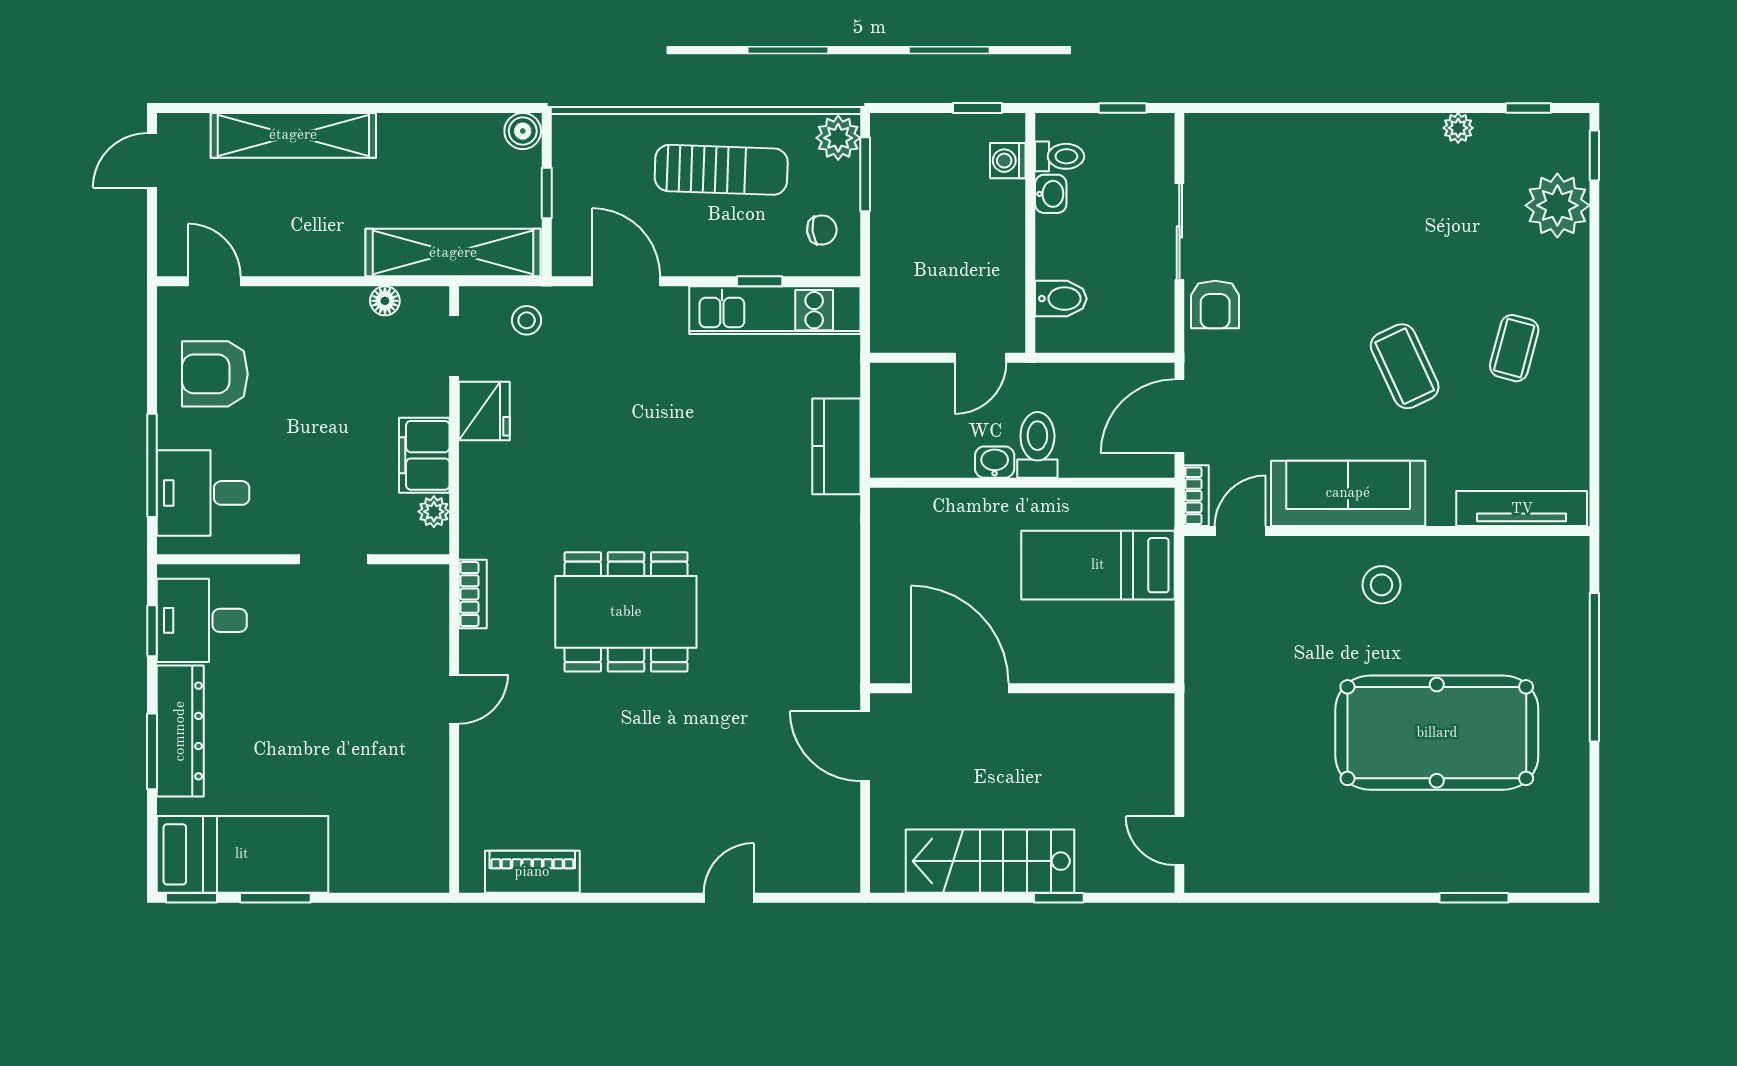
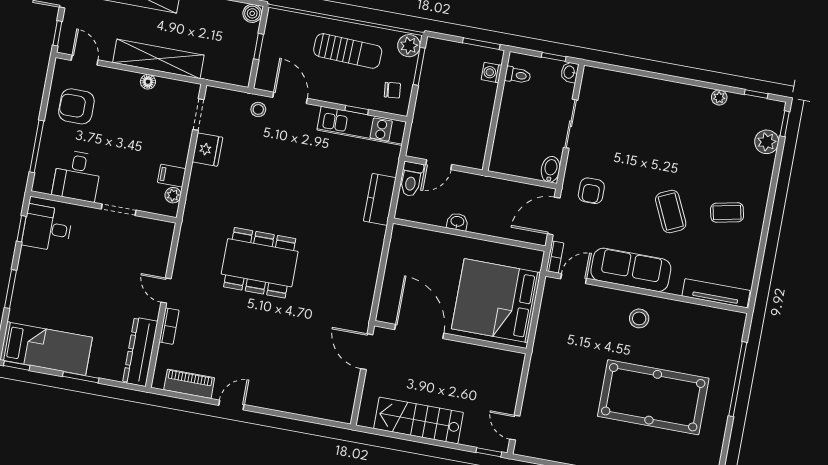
window: (977, 108) -> (481, 44), width x1.50
washbasin: (1051, 194) -> (570, 72), moved, turned 180
plant: (1557, 205) -> (767, 142), width x0.73, depth x0.73
window: (152, 239) -> (57, 33), added
shelving: (453, 253) -> (158, 59), moved
bidet: (1061, 299) -> (551, 169), moved, turned -90
floor lamp: (385, 301) -> (148, 82), moved
armchair: (1215, 305) -> (591, 191), moved
stool: (527, 320) -> (258, 109), moved
coffee table: (1514, 348) -> (727, 212), turned 63
door: (981, 358) -> (439, 165), moved
toilet: (1037, 445) -> (411, 179), moved, turned 180
filing cabinet: (424, 455) -> (172, 176), width x0.50
desk: (203, 493) -> (77, 176), moved, turned -90
bed: (1098, 565) -> (496, 301), width x2.04
bookcase: (473, 594) -> (169, 326), moved
door: (454, 699) -> (166, 291), swing flipped
dresser: (180, 731) -> (140, 352), moved, turned 180
window: (275, 898) -> (81, 377), moved
door: (729, 898) -> (231, 405), moved
window: (1059, 898) -> (489, 452), moved

